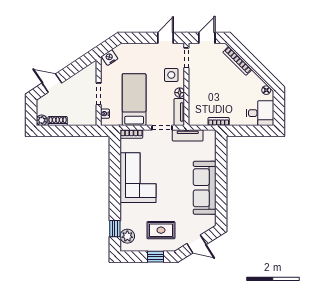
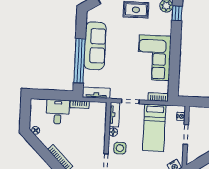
desk: (260, 113) -> (58, 112), moved, turned 90
tv unit: (188, 135) -> (96, 93), moved
window: (221, 170) -> (79, 61), added

